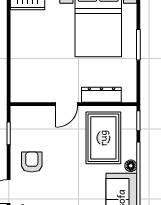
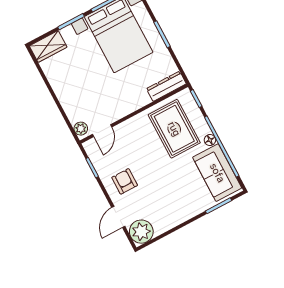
plant: (17, 92) -> (81, 129), added
dresser: (101, 95) -> (166, 86), moved
door: (67, 104) -> (102, 131), moved

